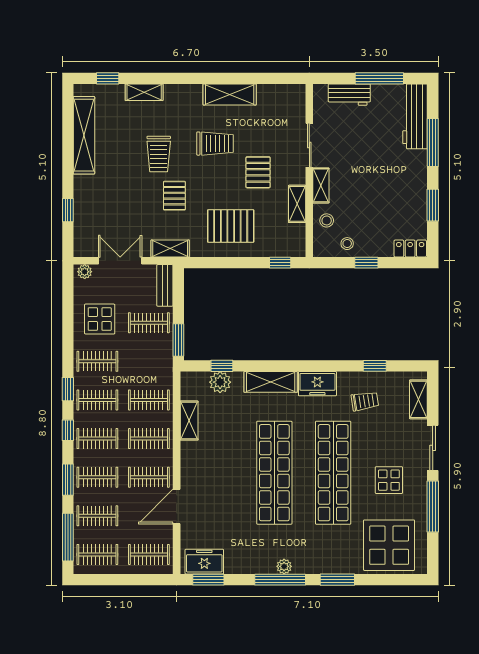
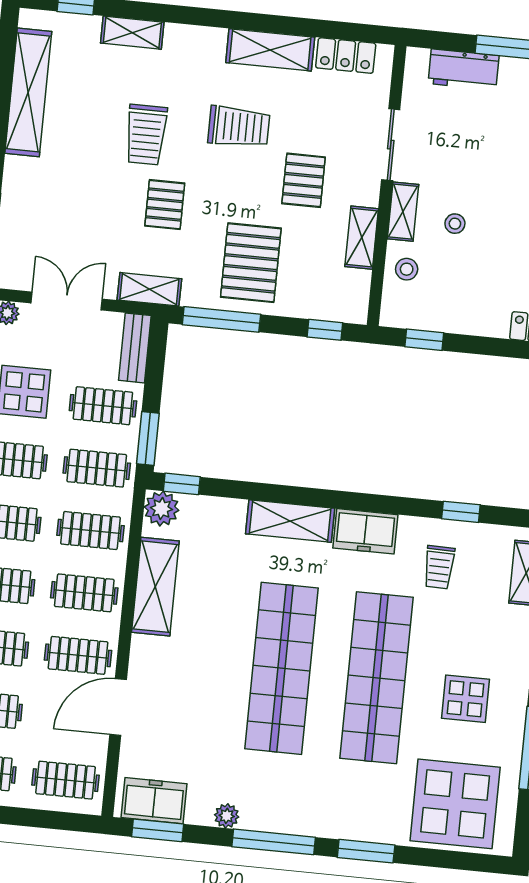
locker: (276, 93) -> (346, 56), added
pallet: (231, 226) -> (251, 263), turned 90
stool: (347, 244) -> (455, 224), moved
window: (216, 263) -> (221, 319), added
window: (366, 263) -> (424, 340), moved
clothes rail: (149, 361) -> (97, 468), added
window: (222, 366) -> (182, 484), moved
plant: (220, 382) -> (162, 509), moved
trolley: (365, 401) -> (439, 567), turned 100
shelving: (189, 421) -> (155, 587), width x1.50, depth x1.33
plant: (284, 566) -> (227, 816), moved

